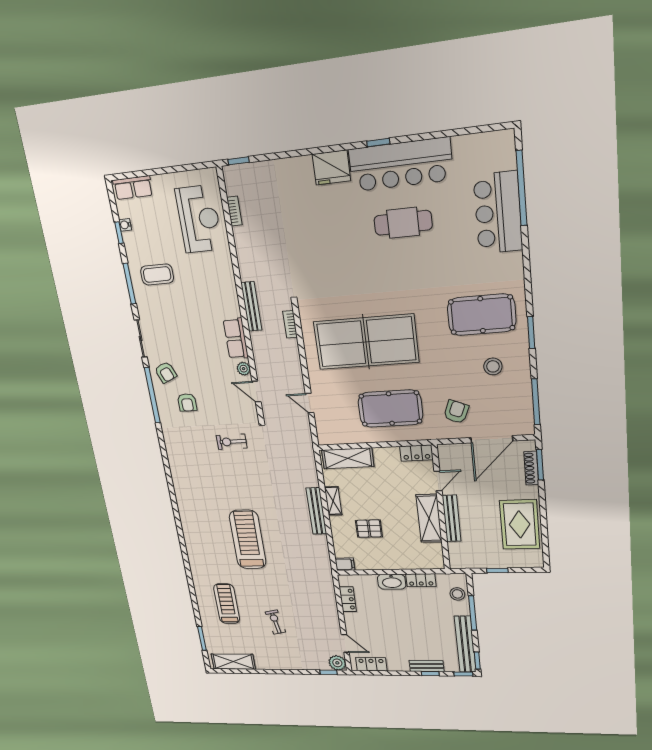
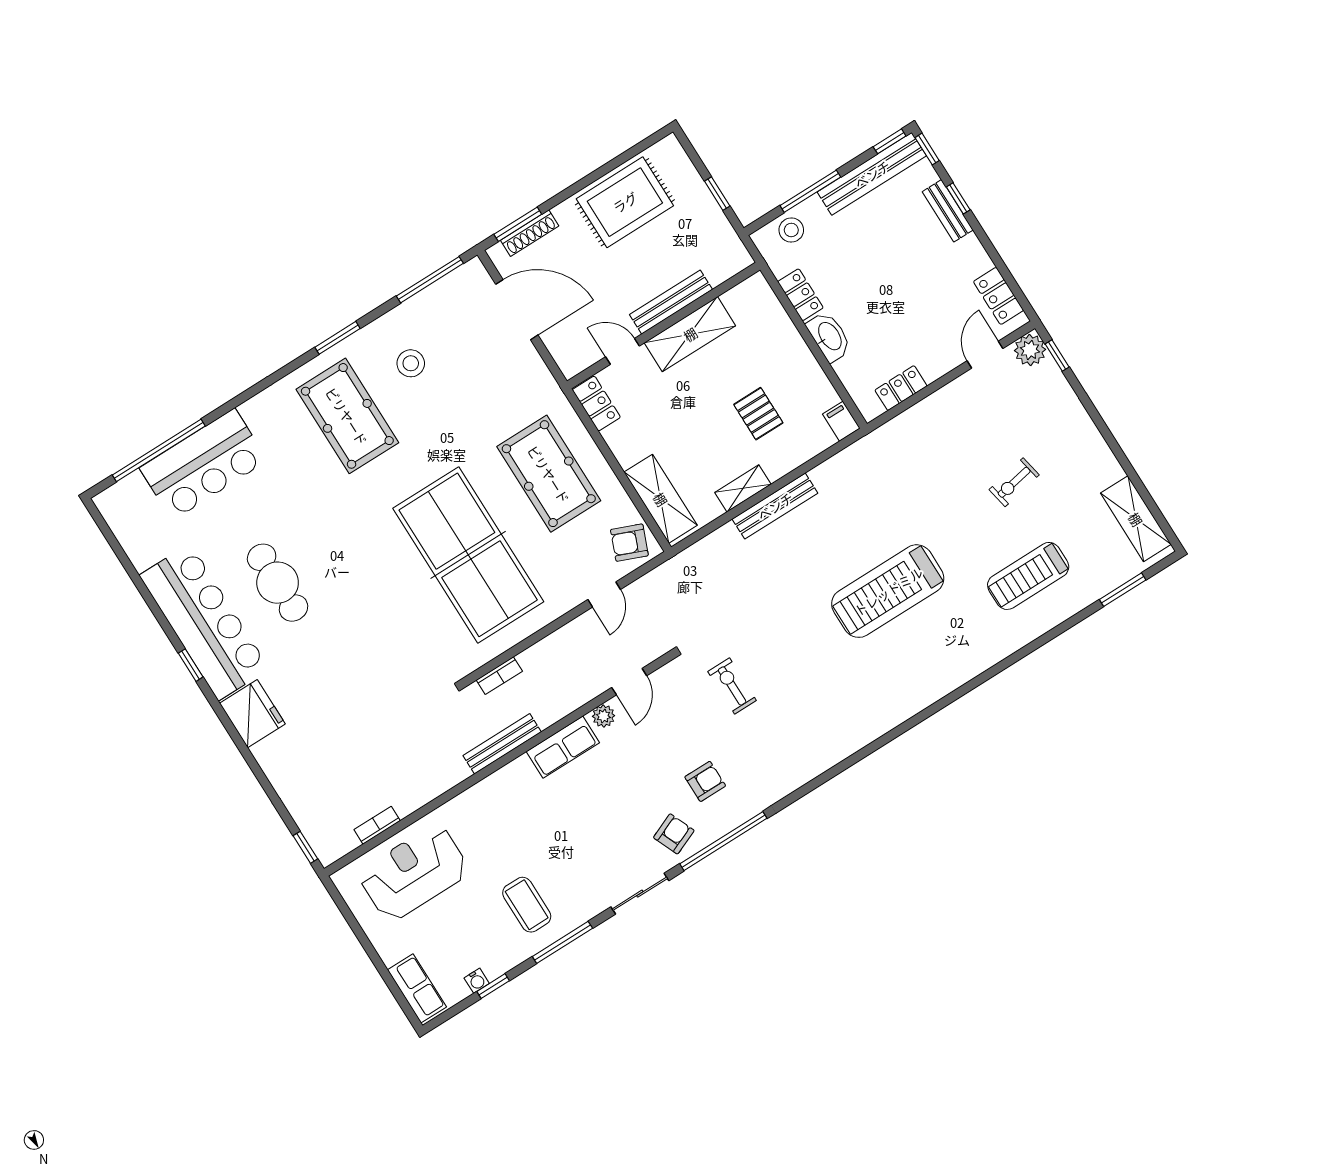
armchair: (456, 412) -> (629, 543), moved
exercise bike: (232, 442) -> (732, 686), turned 180

